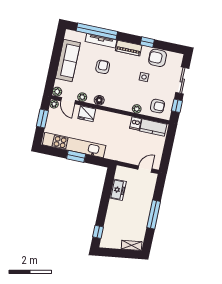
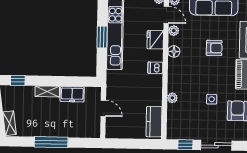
door: (68, 101) -> (166, 15), swing flipped
armchair: (157, 106) -> (180, 122), removed
dishwasher: (135, 124) -> (155, 68), moved
door: (145, 169) -> (103, 108), moved
shelving: (112, 210) -> (47, 91), added

